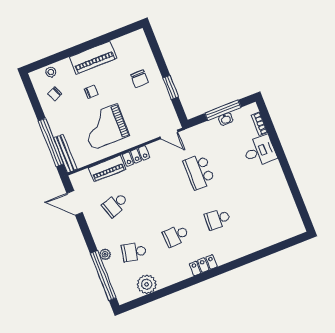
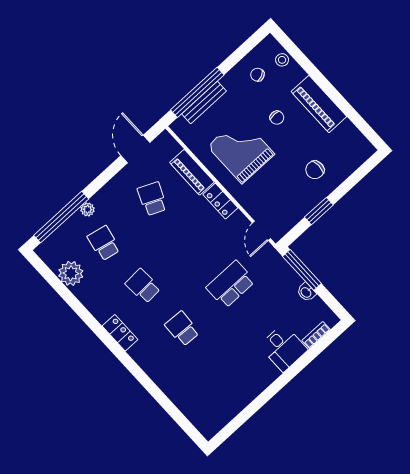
window: (223, 110) -> (302, 270), moved
bench: (65, 154) -> (204, 102), moved
school desk: (115, 205) -> (152, 199), turned 42

